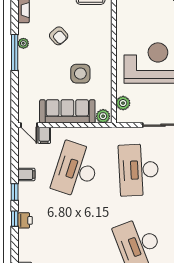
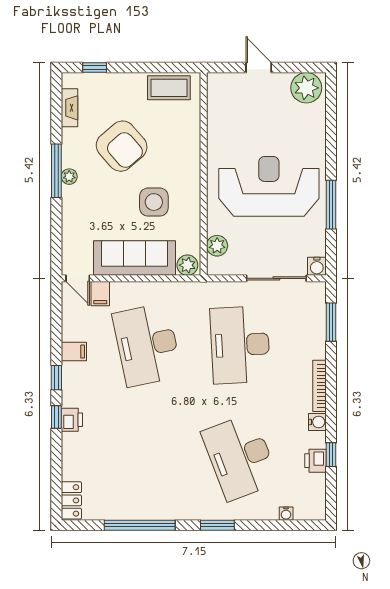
armchair: (59, 36) -> (122, 146), width x1.88, depth x1.88
plant: (23, 43) -> (69, 177), moved
desk: (76, 170) -> (147, 345), turned -30

